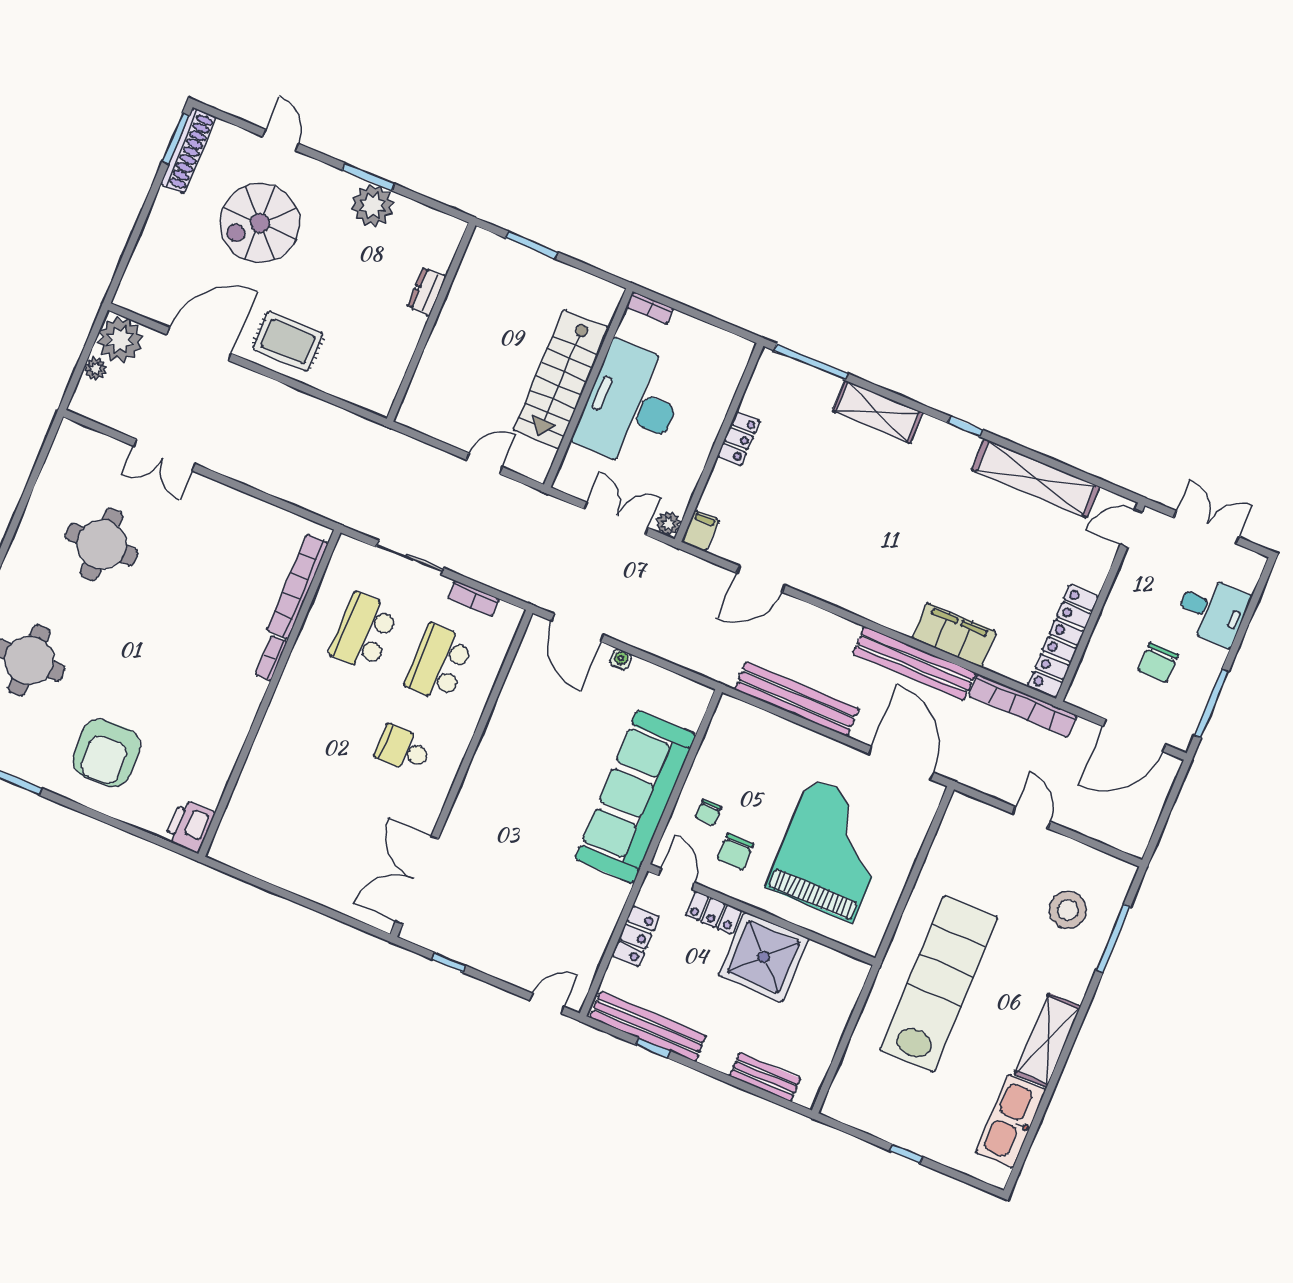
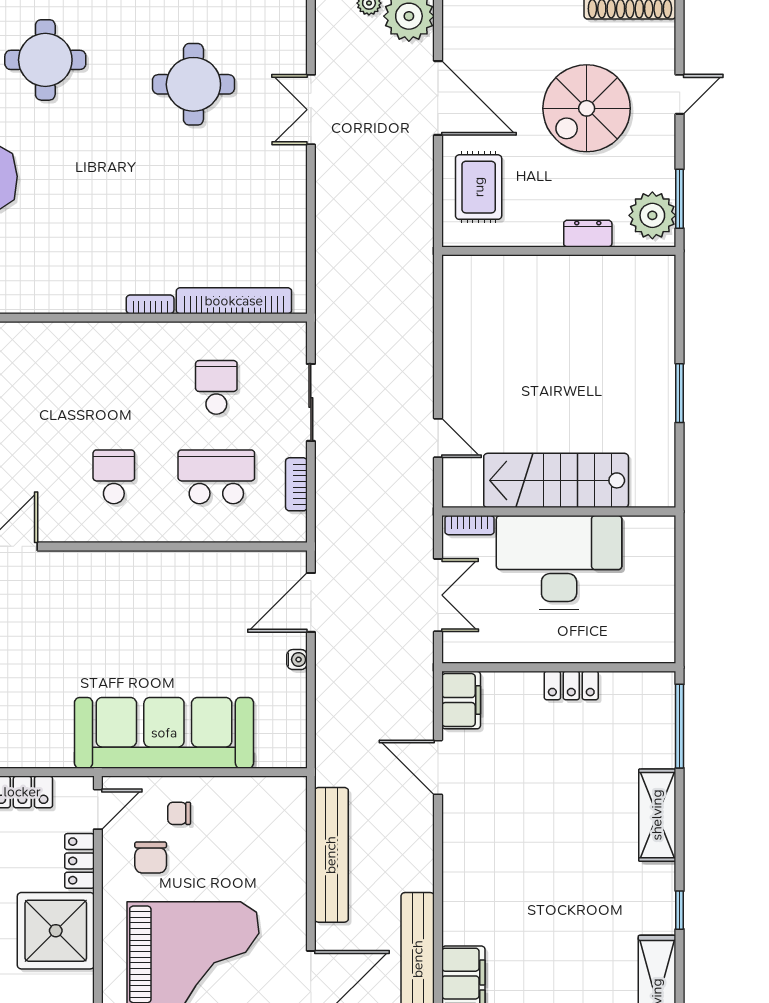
spiral stairs: (260, 223) -> (587, 108), turned -90
dresser: (427, 292) -> (588, 234), moved
bookcase: (650, 308) -> (469, 525), moved, turned -90
wall: (431, 322) -> (559, 251), moved
plant: (668, 524) -> (455, 650), removed
filing cabinet: (700, 531) -> (461, 700), width x2.00
school desk: (364, 632) -> (216, 387), width x0.54
chair: (735, 852) -> (151, 857), turned -90

